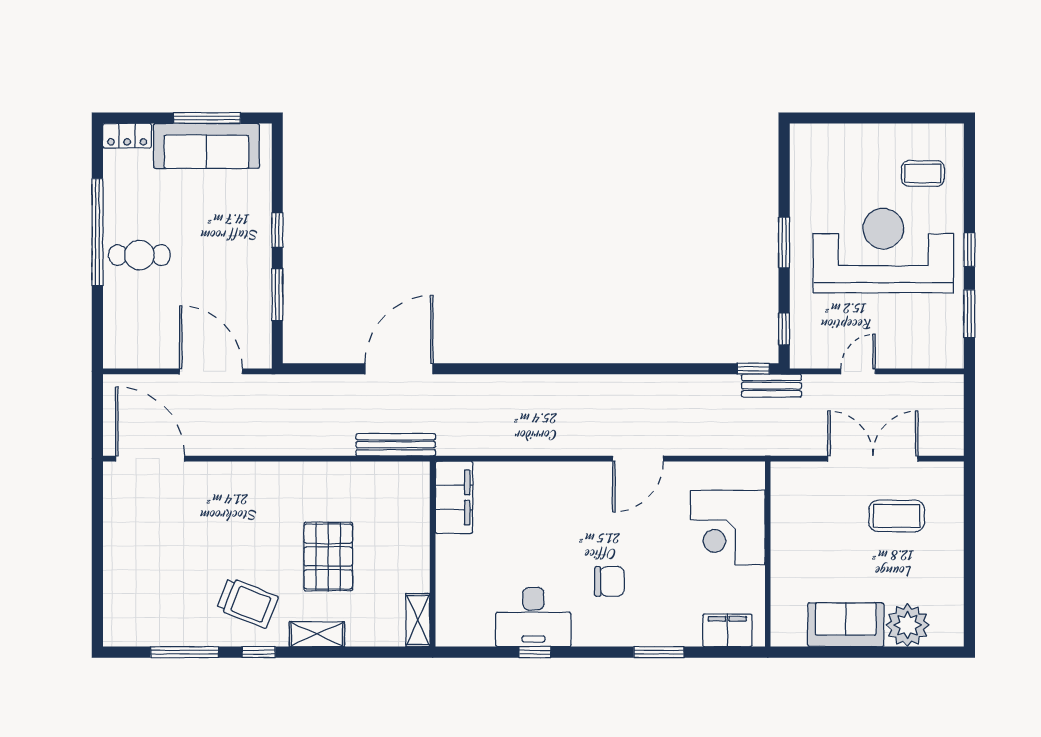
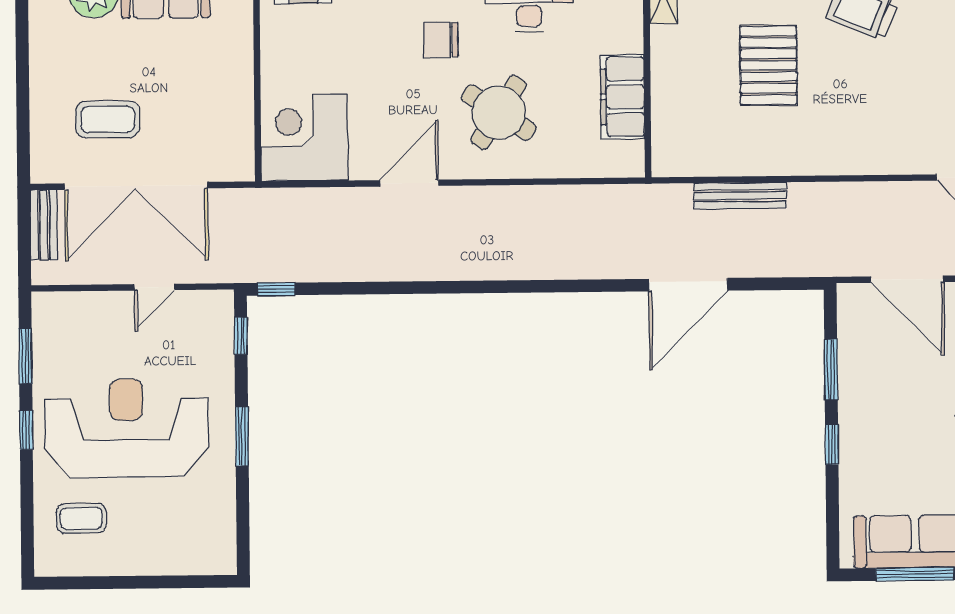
reception desk: (883, 250) -> (126, 428), turned 180
bench: (772, 386) -> (44, 225), moved, turned 90
bench: (396, 445) -> (740, 196), moved
double door: (873, 459) -> (136, 186), width x1.36
filing cabinet: (454, 497) -> (622, 97), moved
round table: (560, 518) -> (499, 112), added
corner desk: (728, 528) -> (304, 138), moved, turned -90

